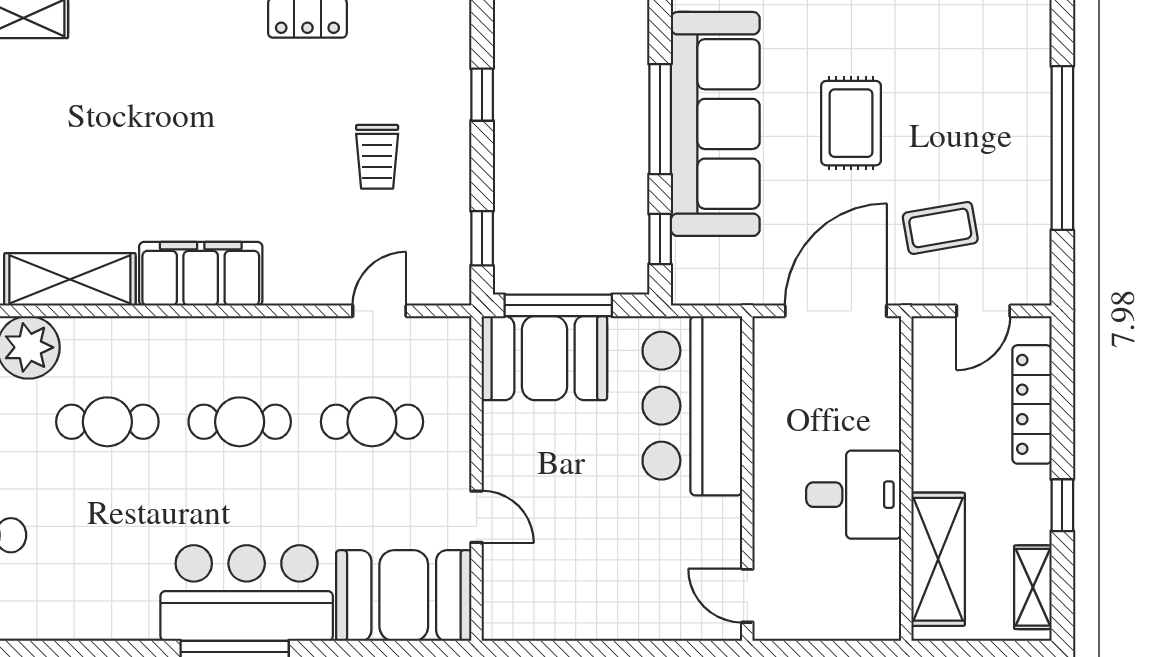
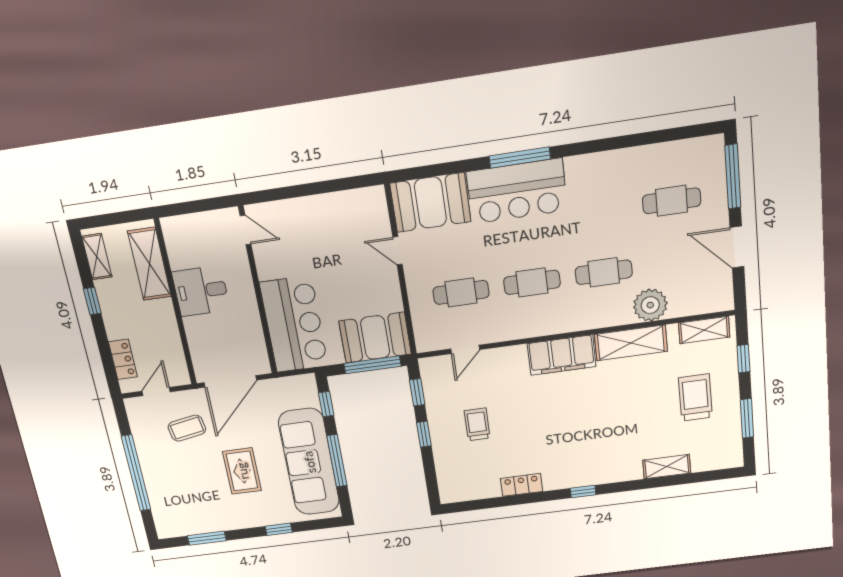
window: (482, 95) -> (424, 434), moved
locker: (1032, 404) -> (123, 359), width x0.66

